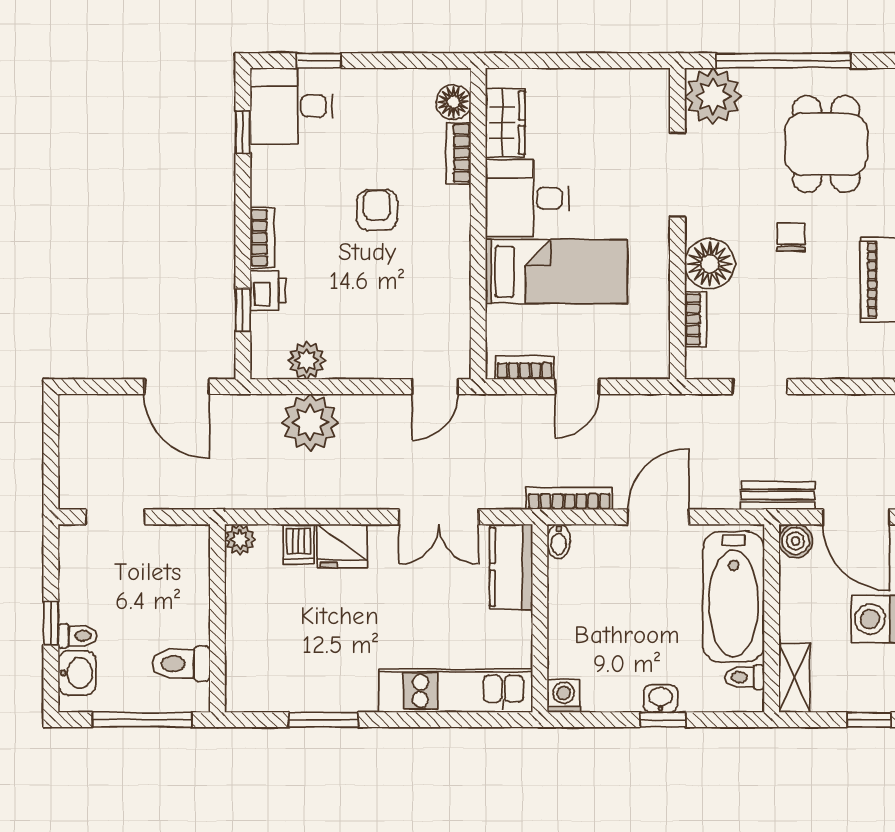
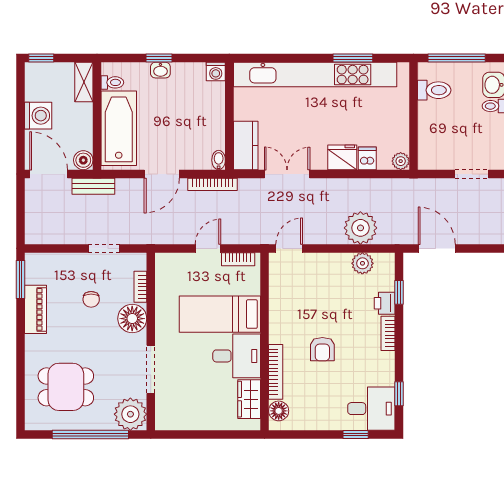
dining table: (826, 144) -> (66, 387), turned 90
bookcase: (459, 153) -> (276, 372), width x1.56
chair: (791, 237) -> (91, 299), moved
kitchen unit: (456, 691) -> (315, 75), width x1.86

